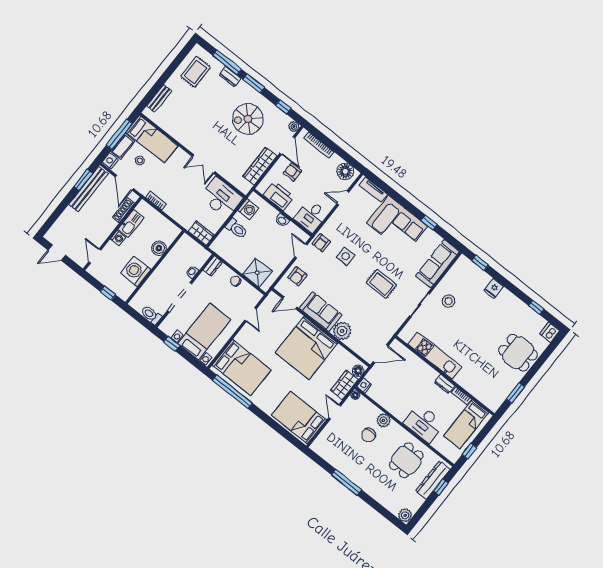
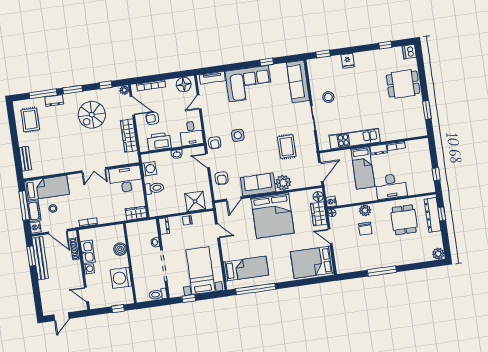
rug: (381, 284) -> (287, 147), moved, turned 90
bed: (242, 368) -> (246, 269), width x0.67
bed: (466, 424) -> (363, 168), moved

